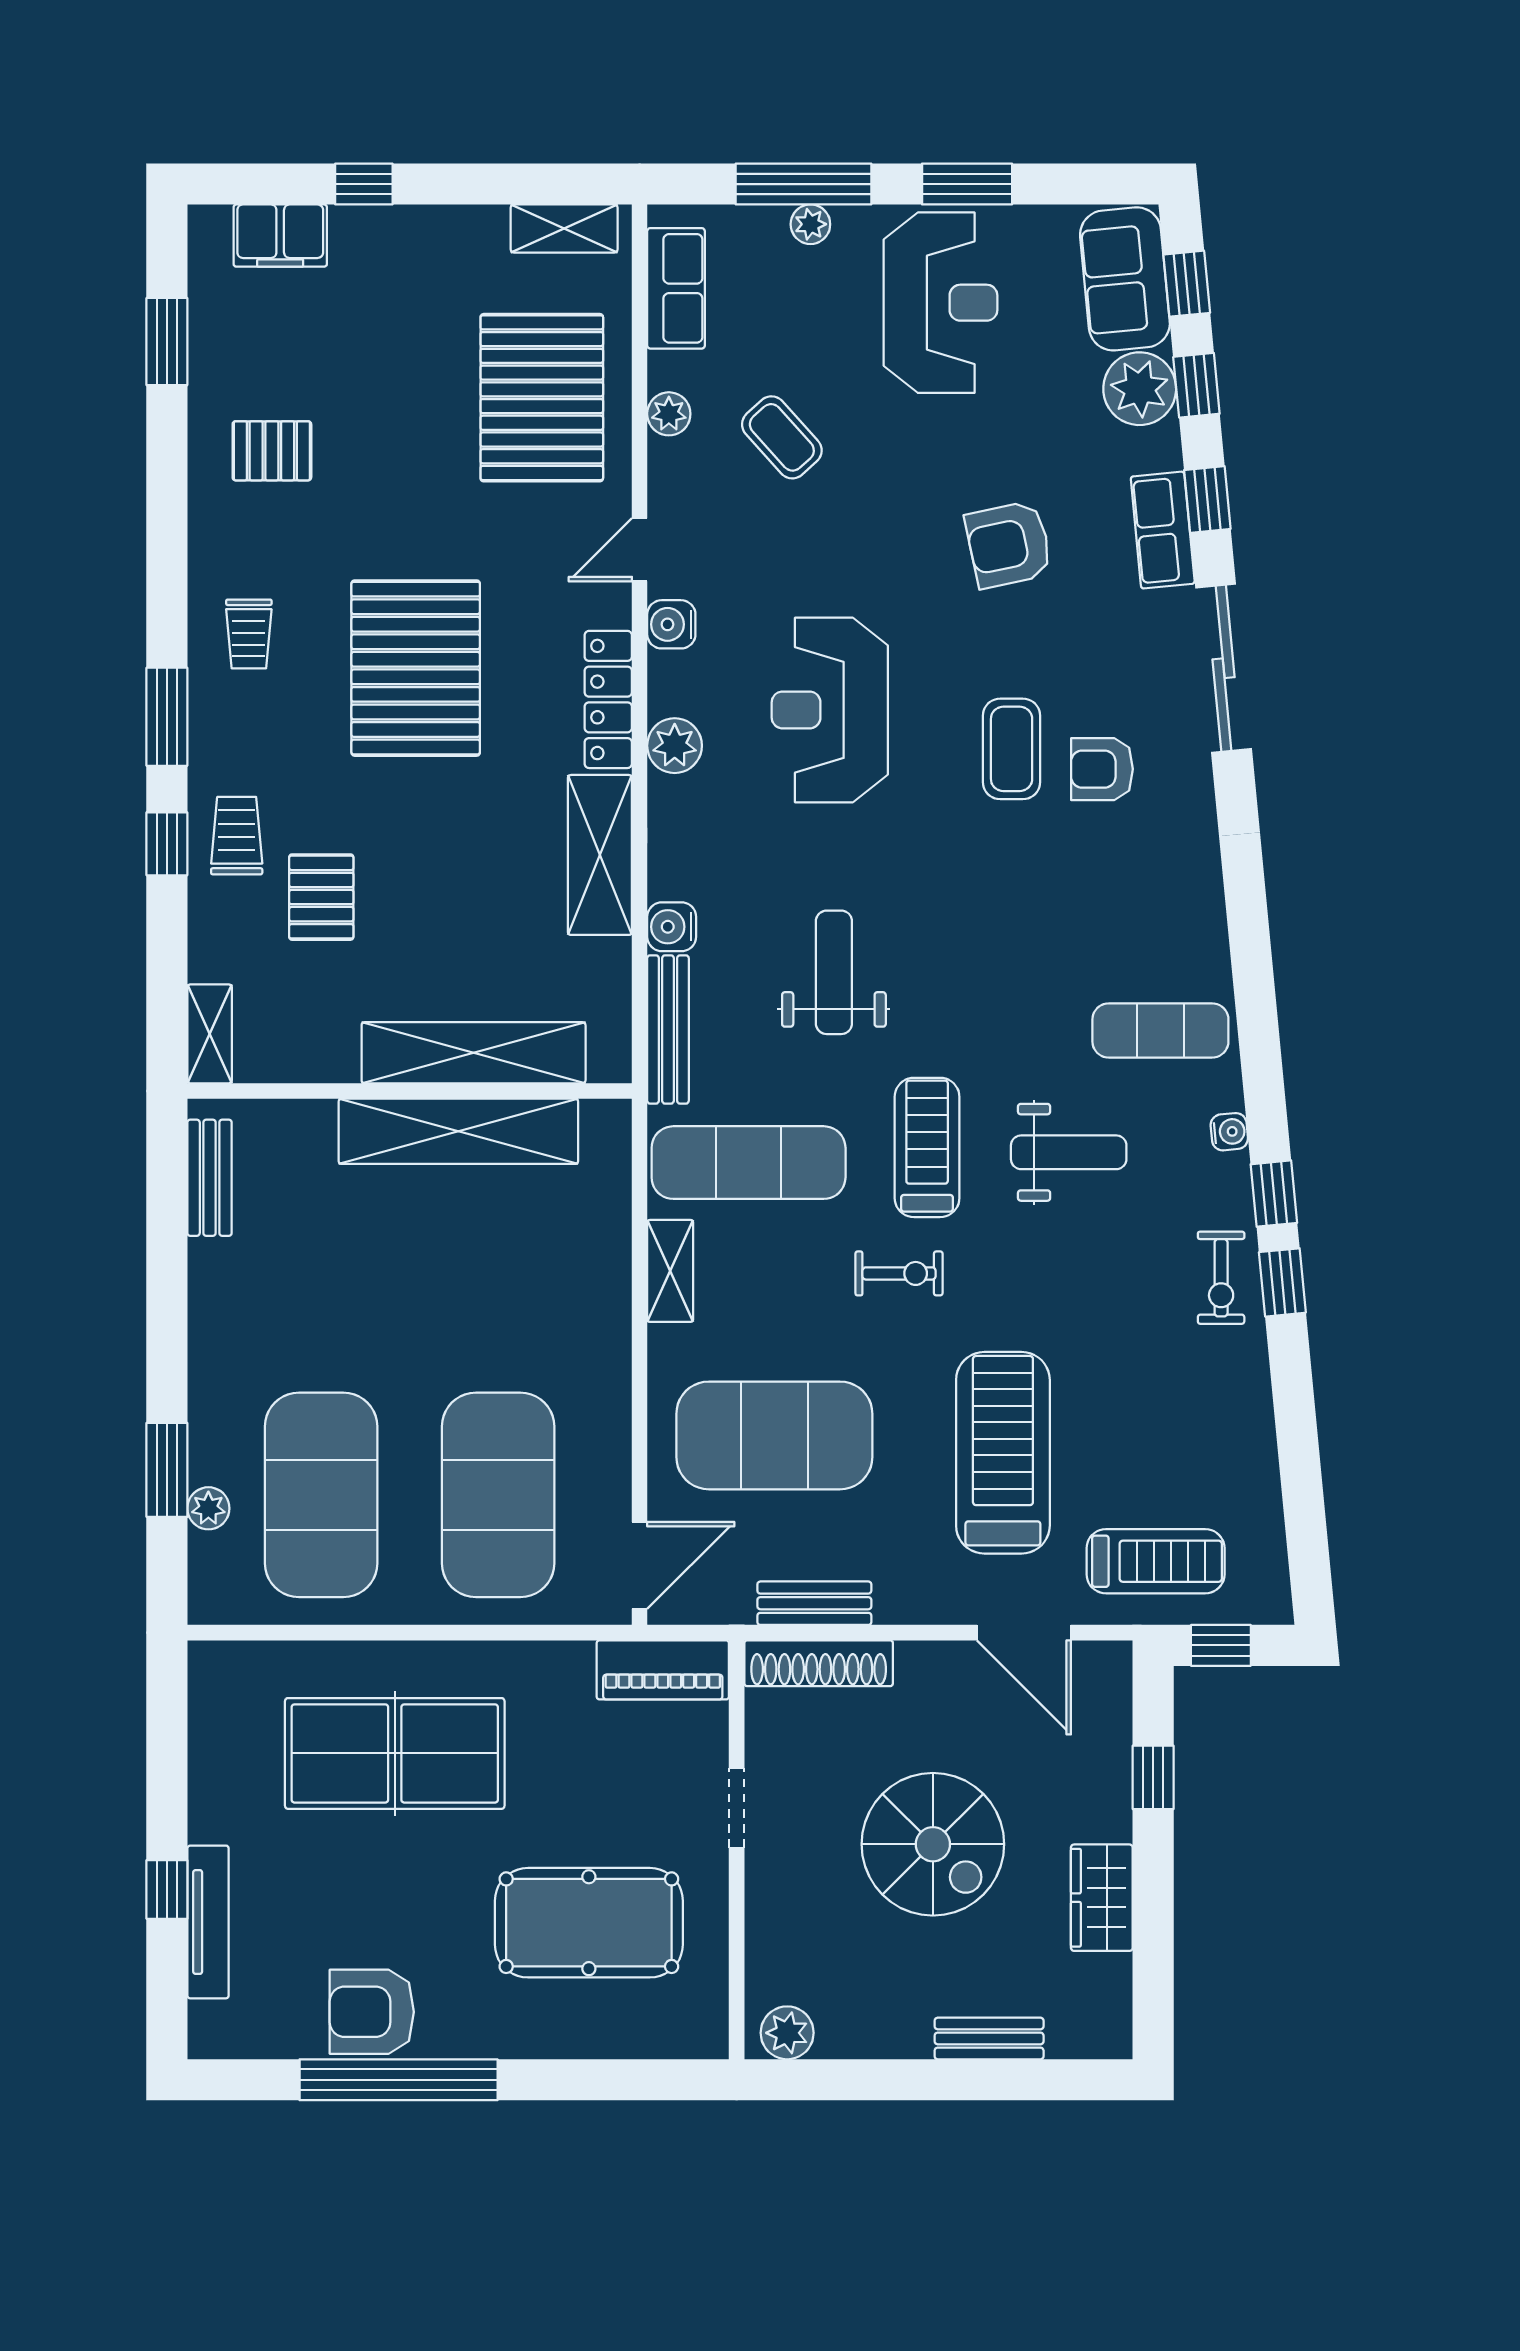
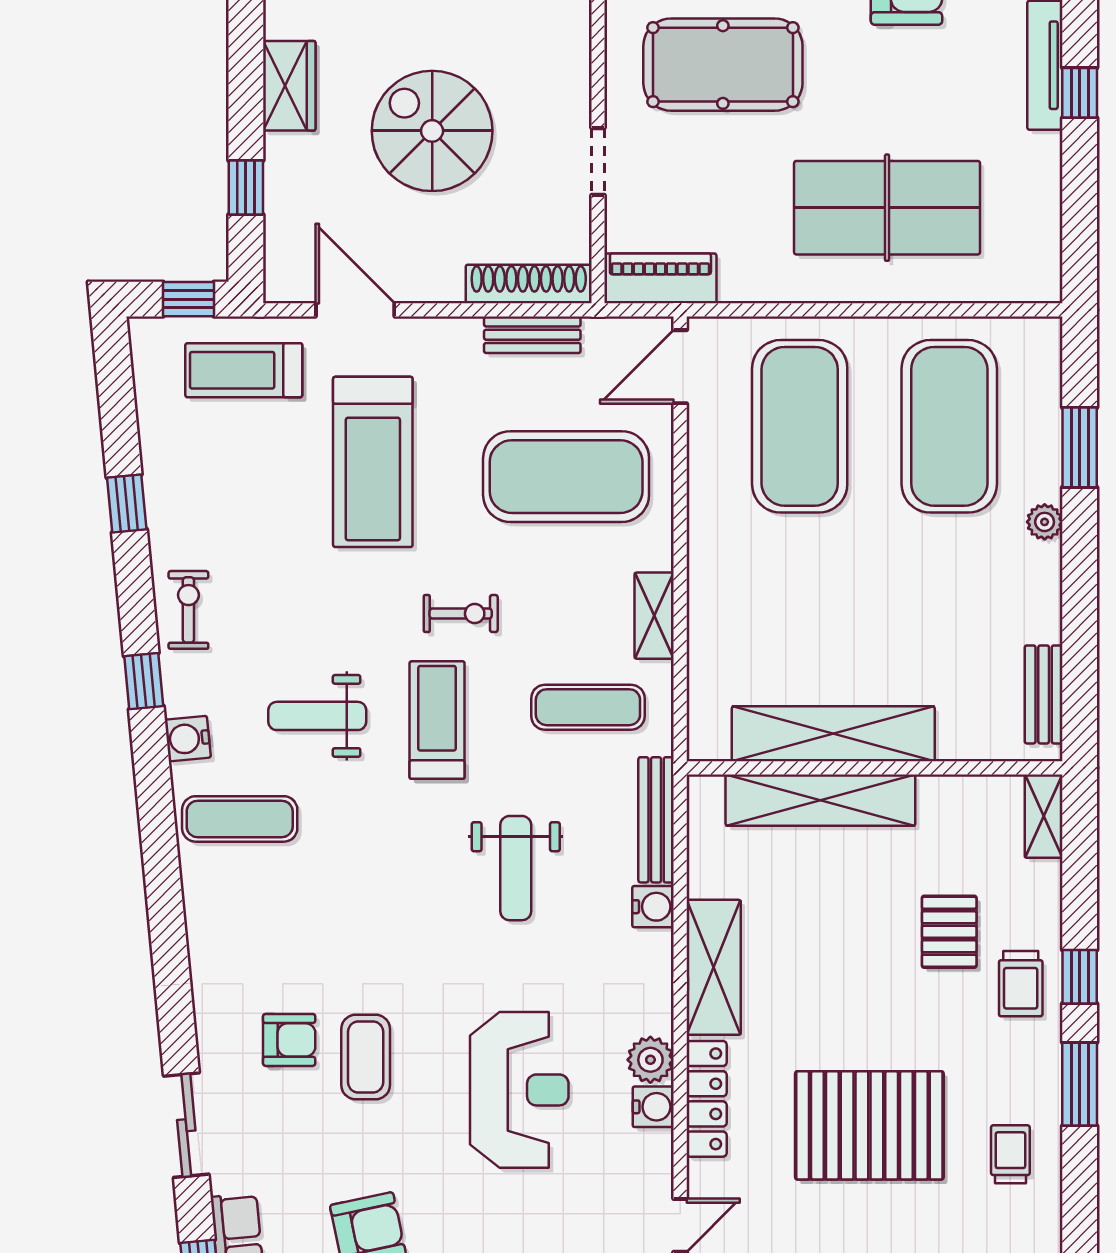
water cooler: (671, 624) -> (653, 1107), moved
pallet: (416, 668) -> (869, 1125), turned 90
sliding door: (1224, 668) -> (186, 1125), width x0.73
water cooler: (1229, 1132) -> (188, 739), width x1.38, depth x1.38
treadmill: (927, 1147) -> (437, 720), turned 180
exercise mat: (749, 1163) -> (588, 707), width x0.73, depth x0.69
exercise bike: (899, 1273) -> (461, 614), turned 180
window: (1282, 1282) -> (127, 504), moved
plant: (208, 1508) -> (1045, 522), moved

